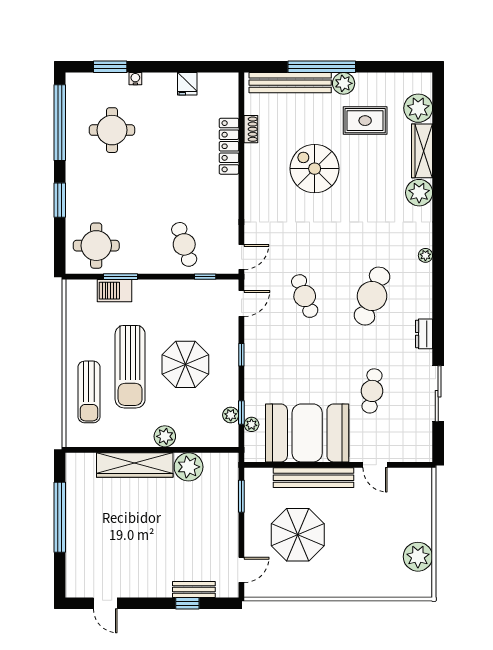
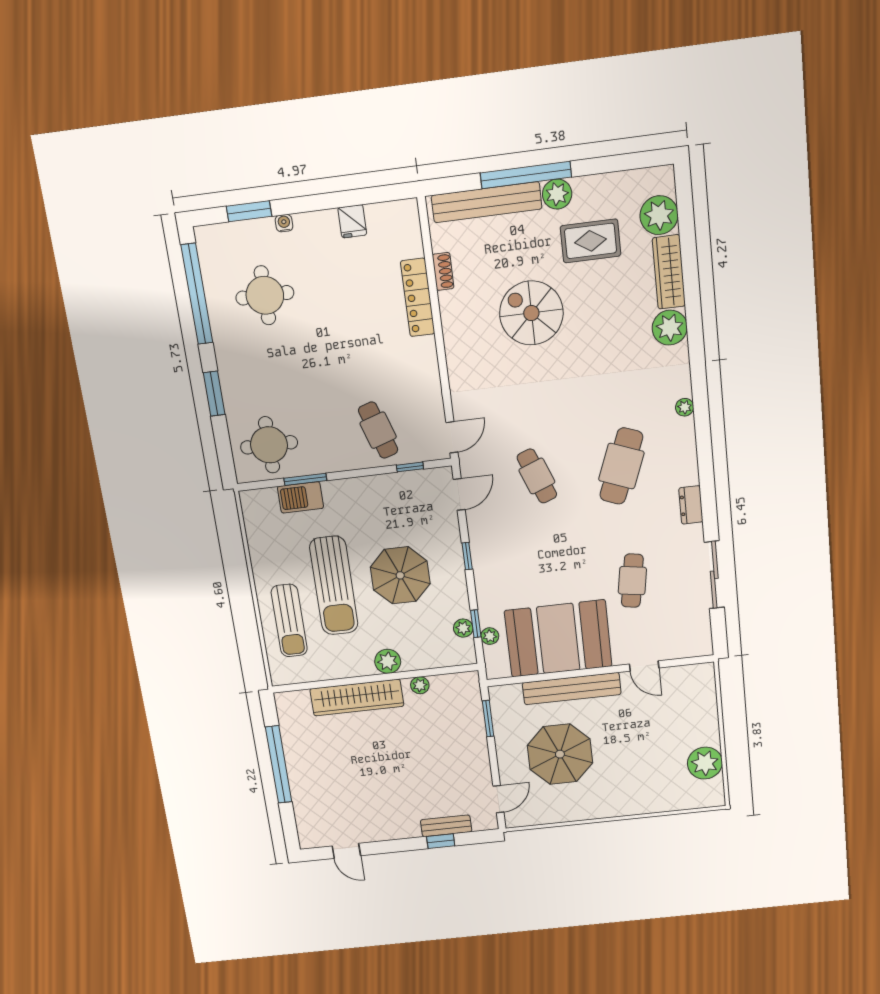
plant: (189, 467) -> (420, 685), width x0.53, depth x0.53

